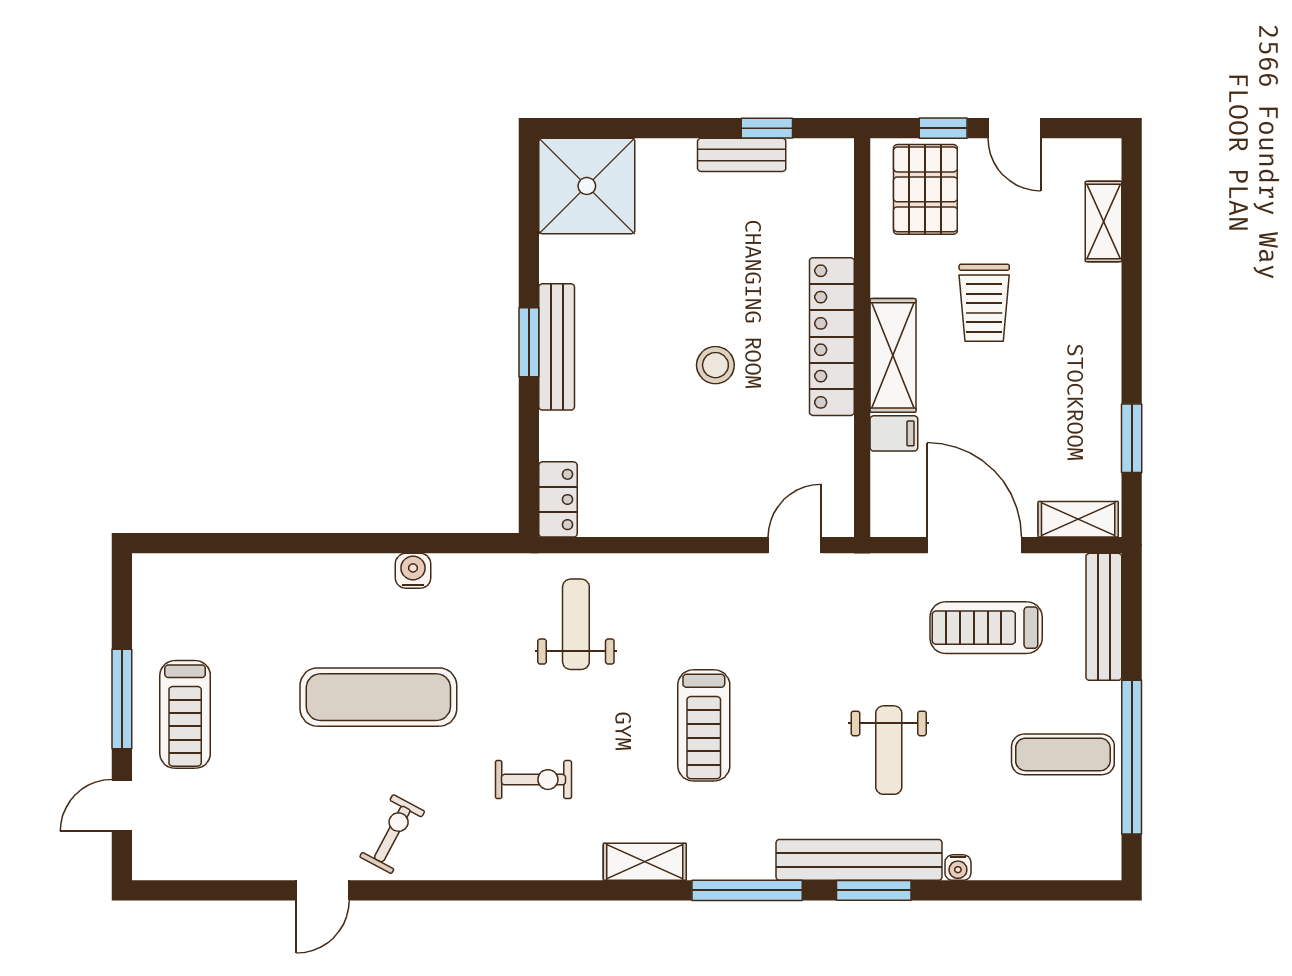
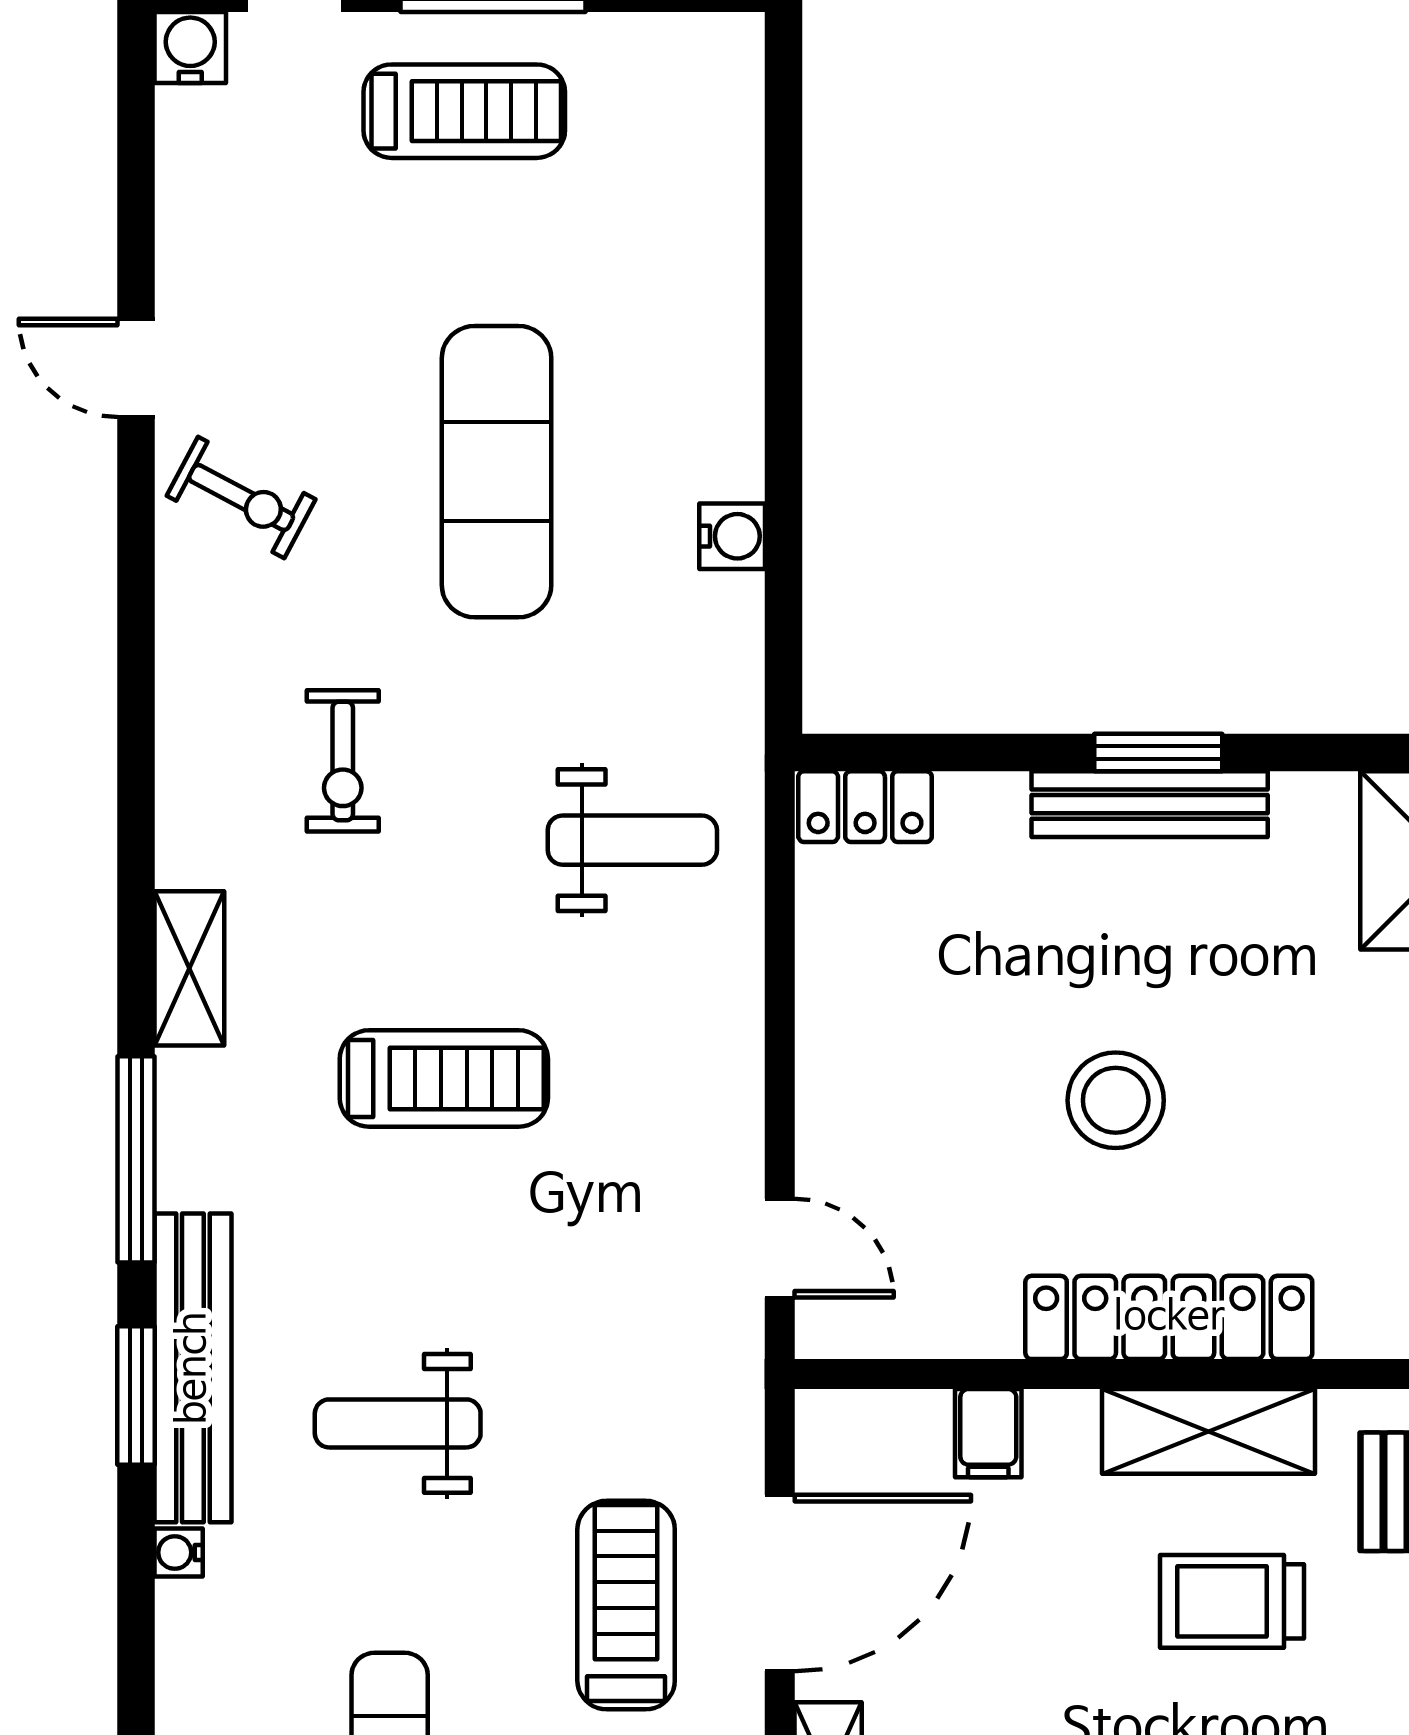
shelving: (893, 355) -> (1208, 1431), moved
stool: (715, 365) -> (1116, 1100), width x1.38, depth x1.38
treadmill: (185, 714) -> (464, 111), turned 180
treadmill: (704, 725) -> (444, 1078), turned 180
water cooler: (151, 861) -> (190, 48), added

